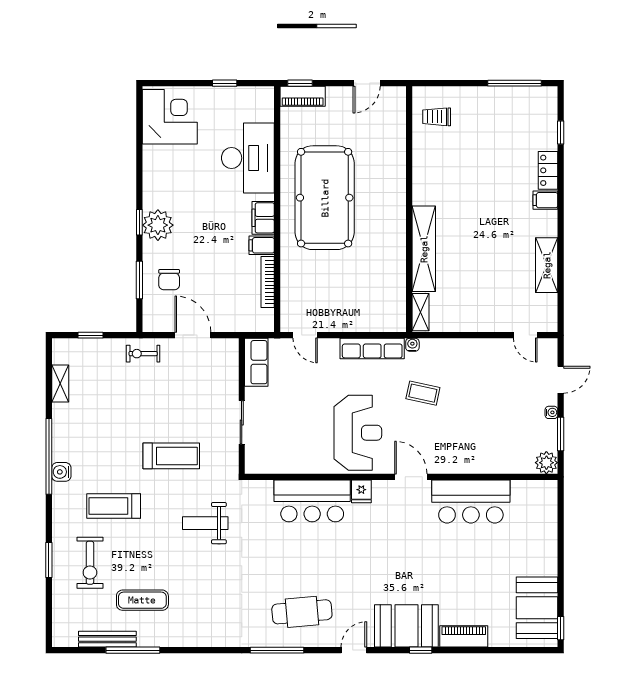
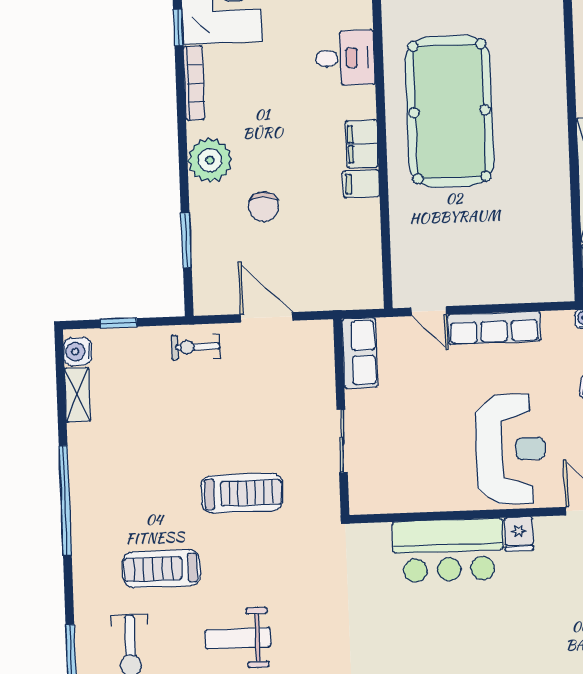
desk: (248, 158) -> (345, 58), width x0.53, depth x0.77
window: (139, 222) -> (178, 27), moved
chair: (169, 280) -> (263, 207), moved
bookcase: (268, 282) -> (194, 83), moved, turned 180
row of seats: (372, 348) -> (494, 328), moved
water cooler: (61, 472) -> (78, 352), moved
weight bench: (205, 523) -> (238, 638), moved

